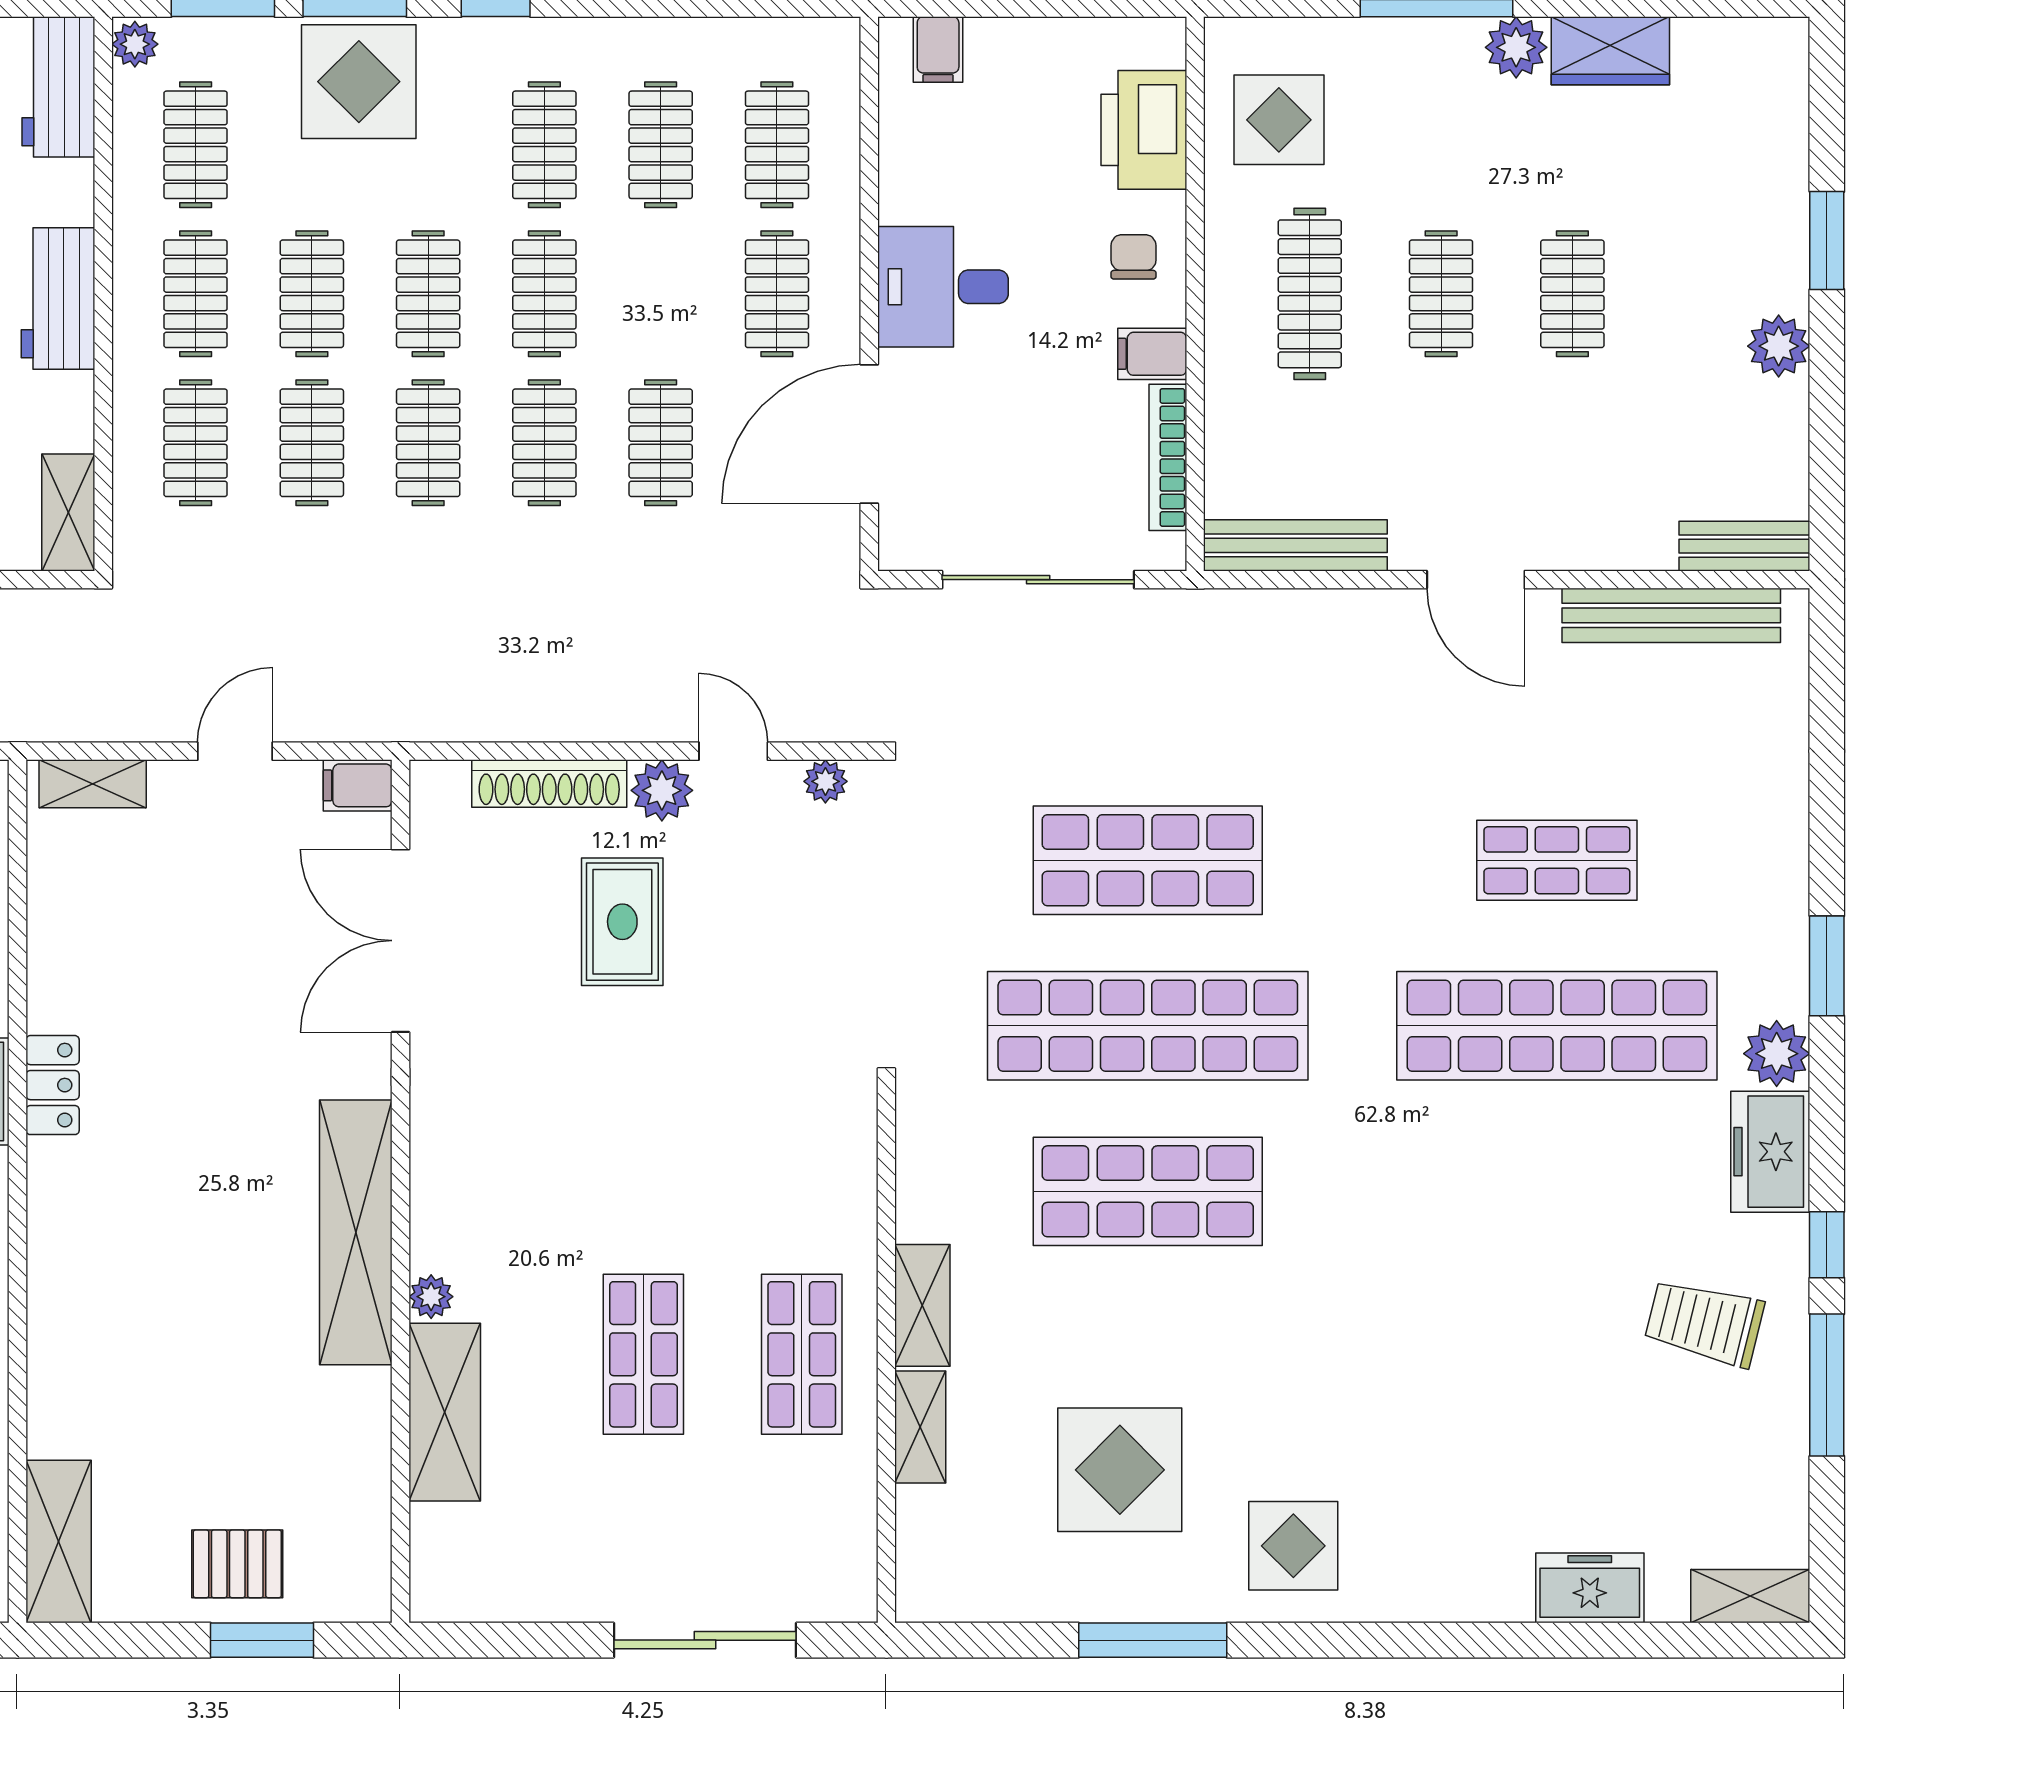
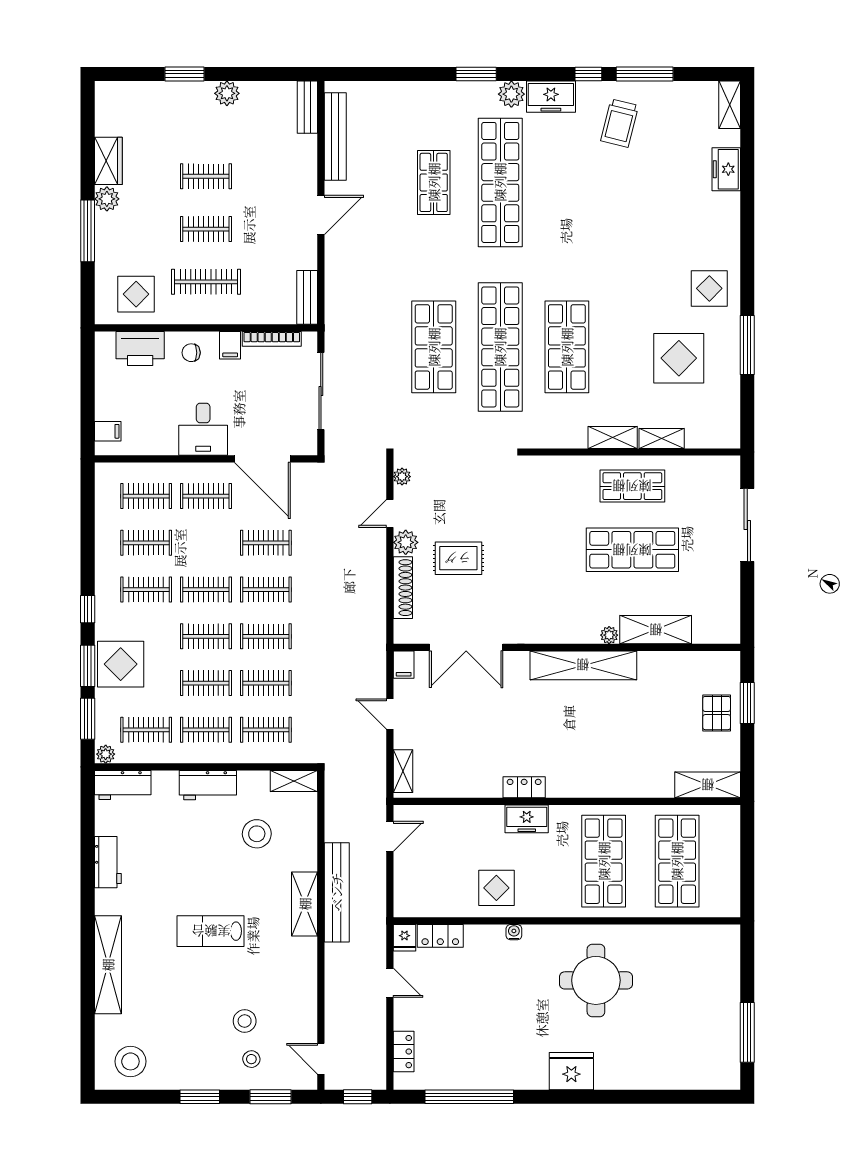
bench: (1295, 545) -> (307, 297), width x0.73
shop shelf: (643, 1354) -> (632, 550), width x1.43, depth x1.36

